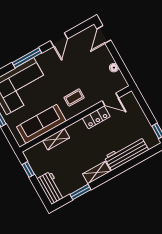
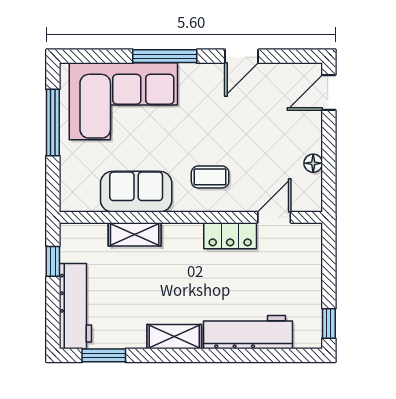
door: (110, 99) -> (274, 217), swing flipped
sofa: (41, 124) -> (136, 192), width x0.73
workbench: (51, 188) -> (75, 306), width x1.38
window: (80, 192) -> (104, 355), moved

